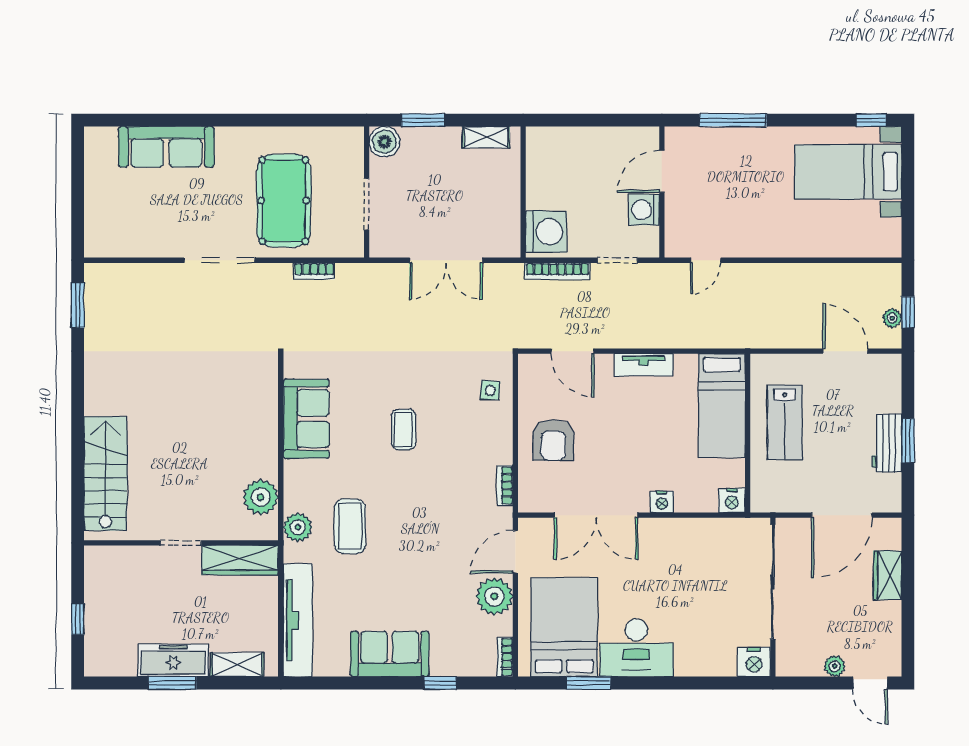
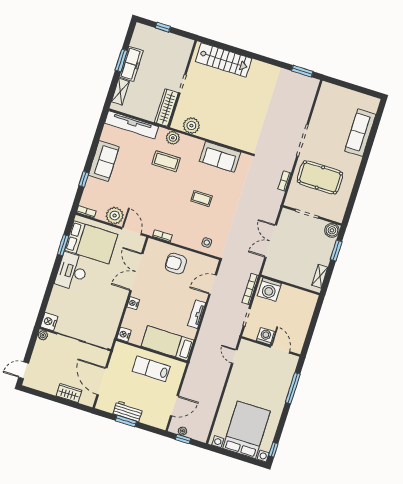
bed with nightstands: (848, 172) -> (246, 430), width x1.36
plant: (835, 666) -> (43, 335), moved

